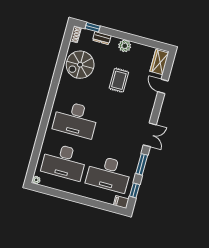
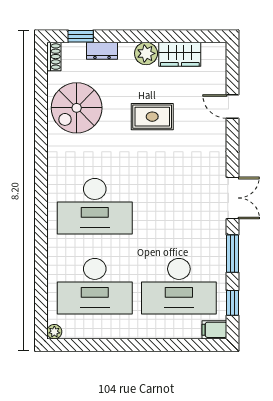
wardrobe: (159, 62) -> (180, 54), moved, turned -90
rug: (119, 80) -> (152, 117), turned 90

